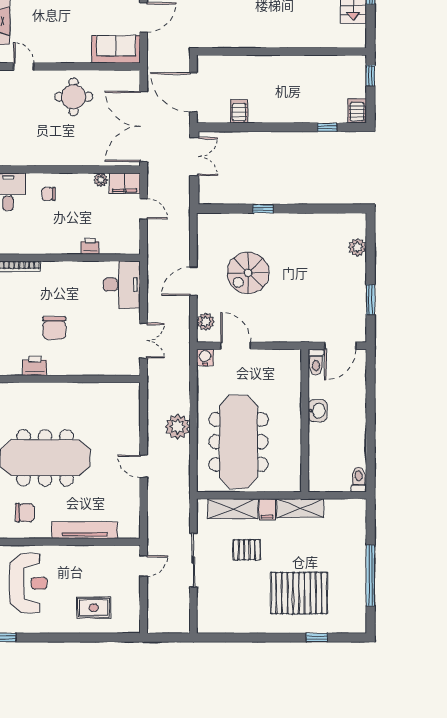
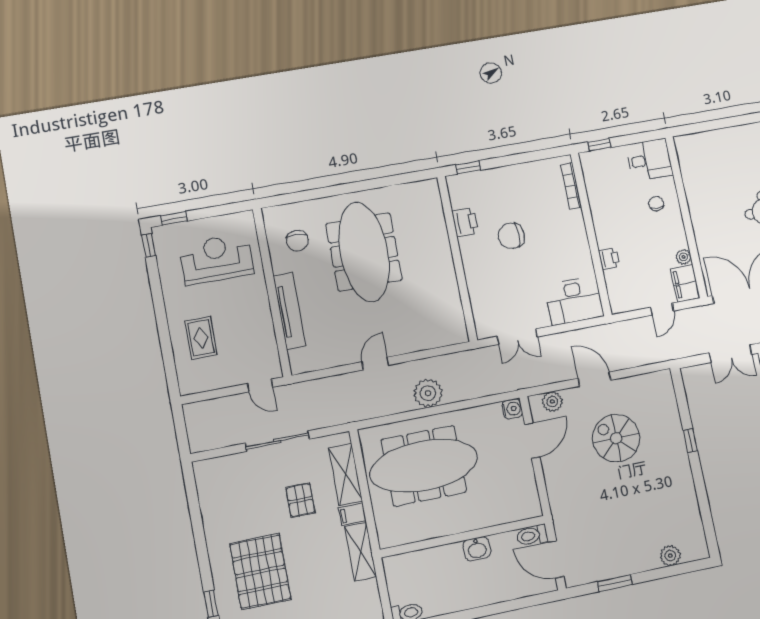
reception desk: (28, 583) -> (216, 259), turned 180

